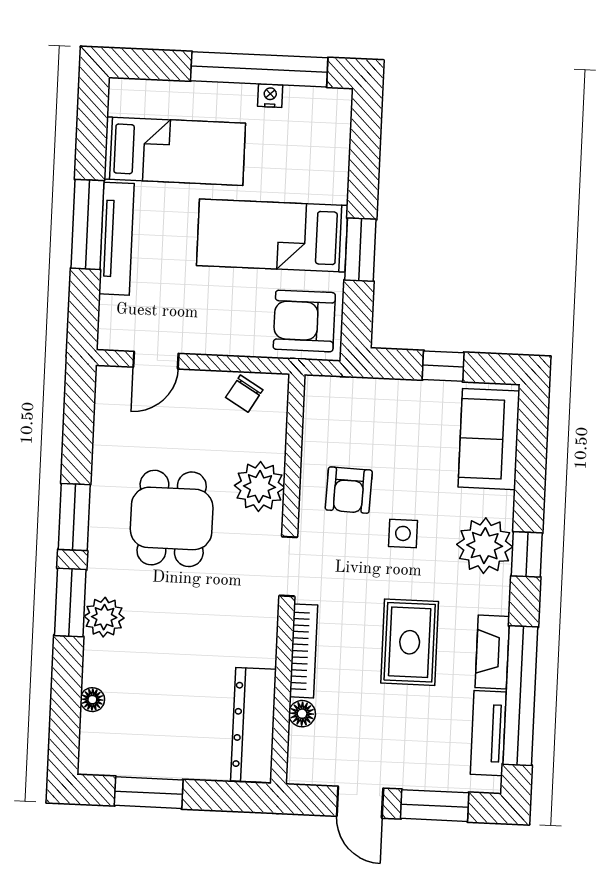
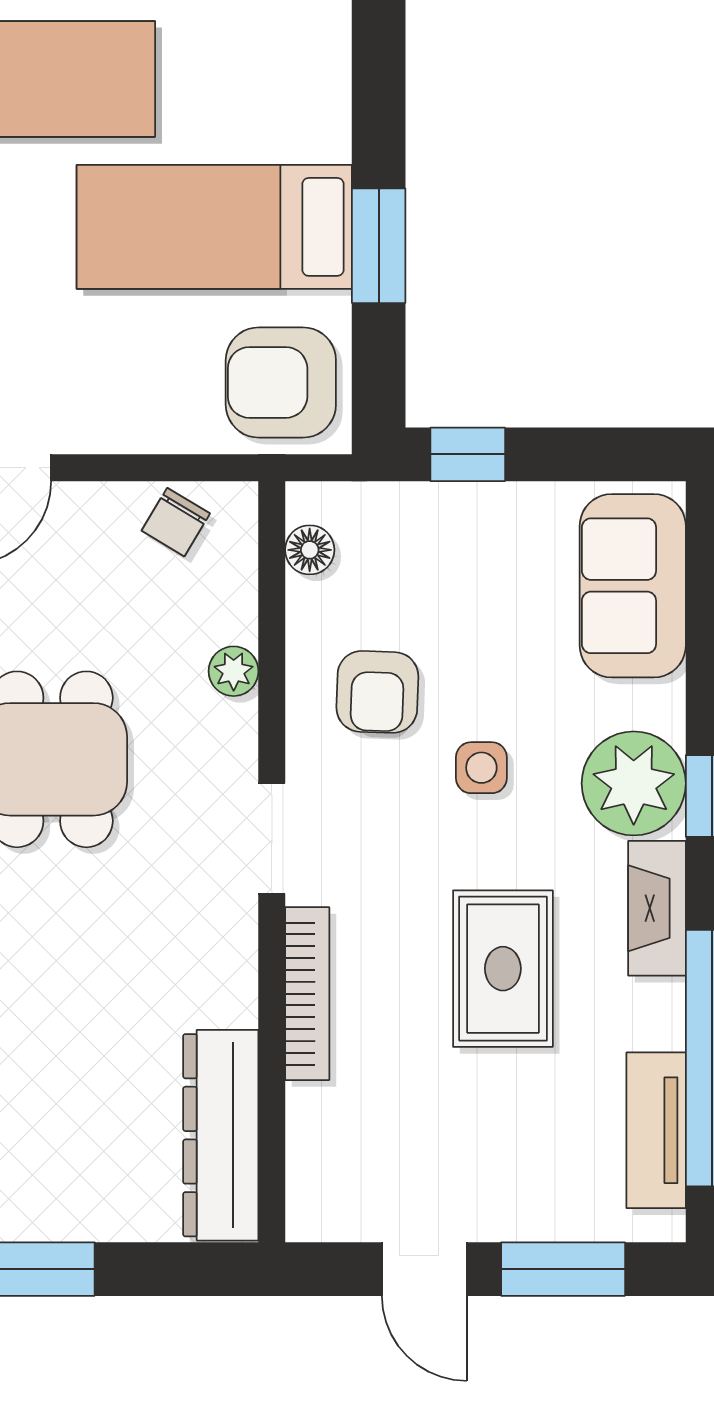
window: (443, 366) -> (468, 454), moved
plant: (260, 487) -> (234, 671), width x0.53, depth x0.53
fireplace: (492, 652) -> (657, 908), moved
floor lamp: (302, 714) -> (310, 550), moved

